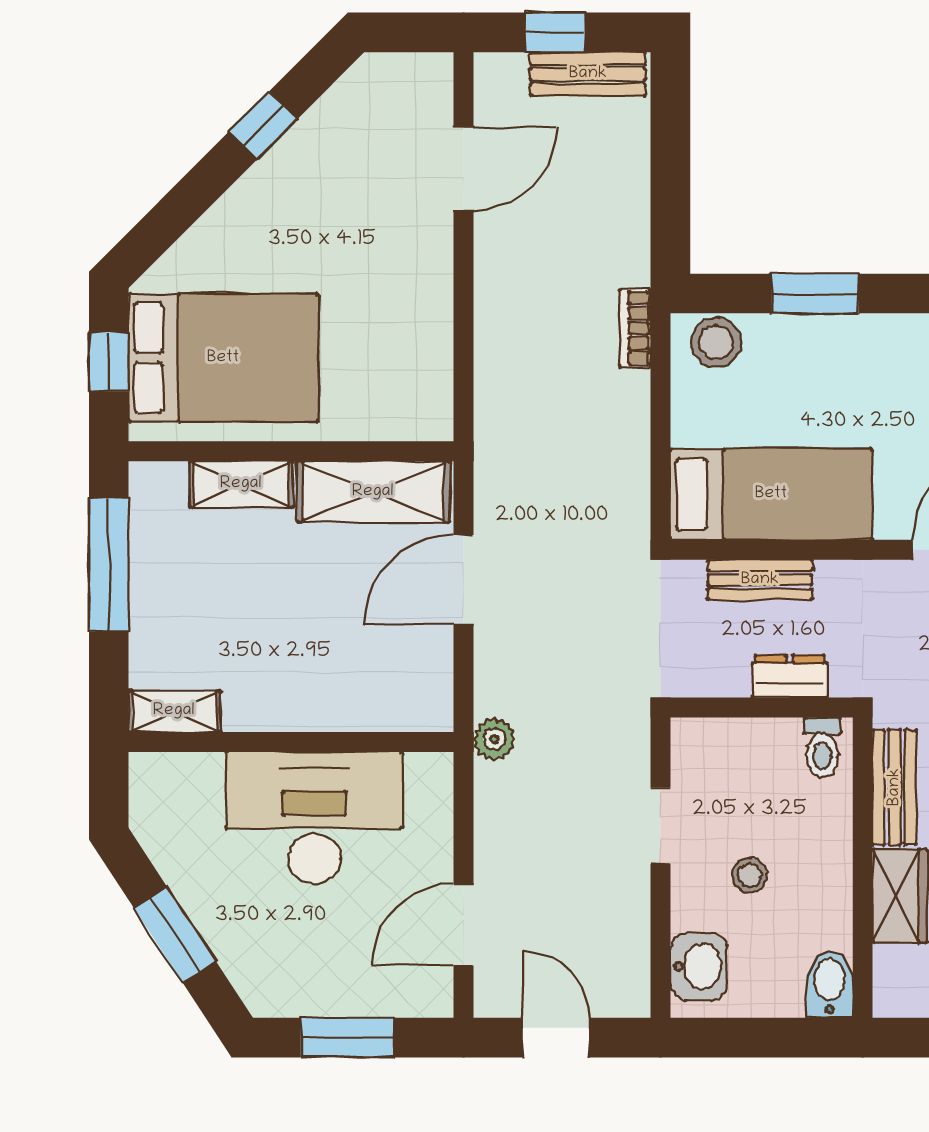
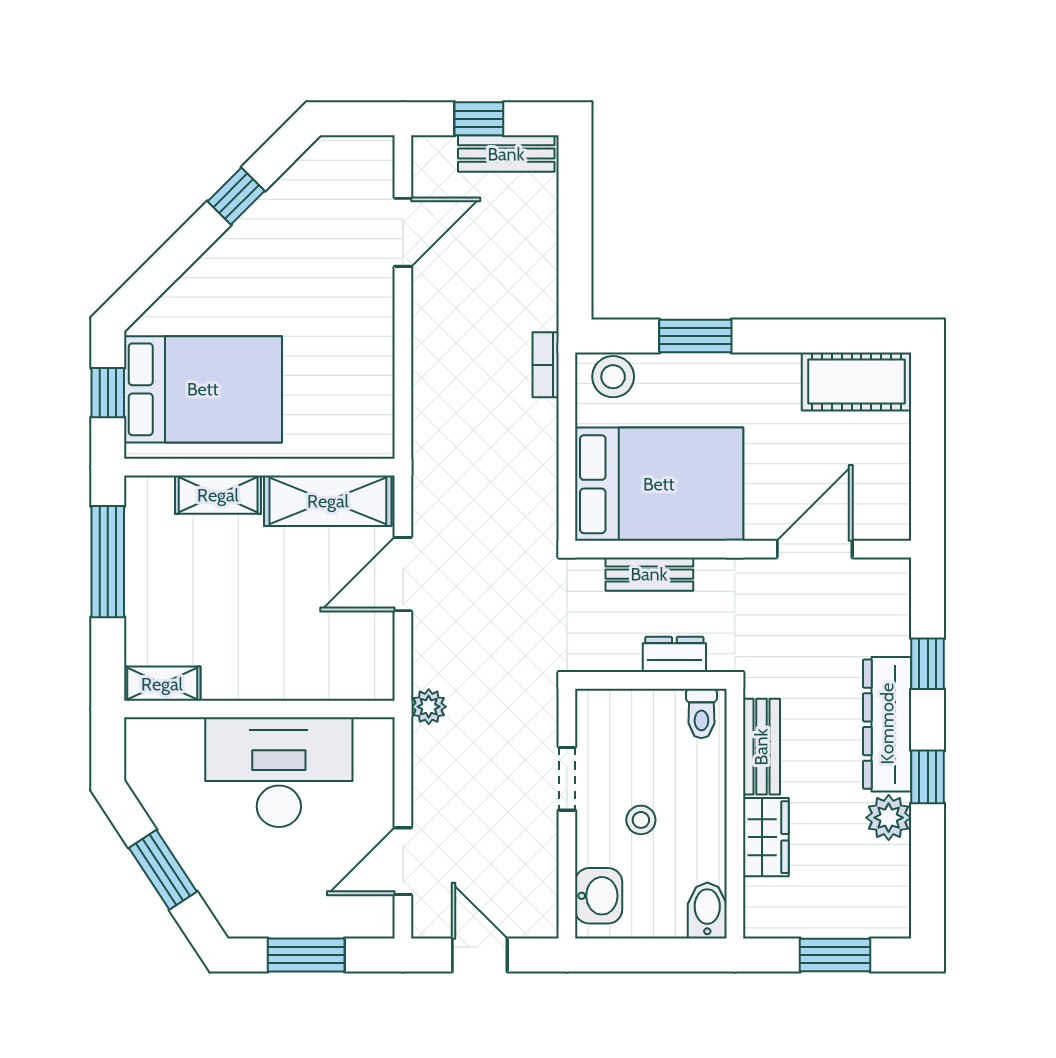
bed: (771, 494) -> (659, 484), width x1.50

